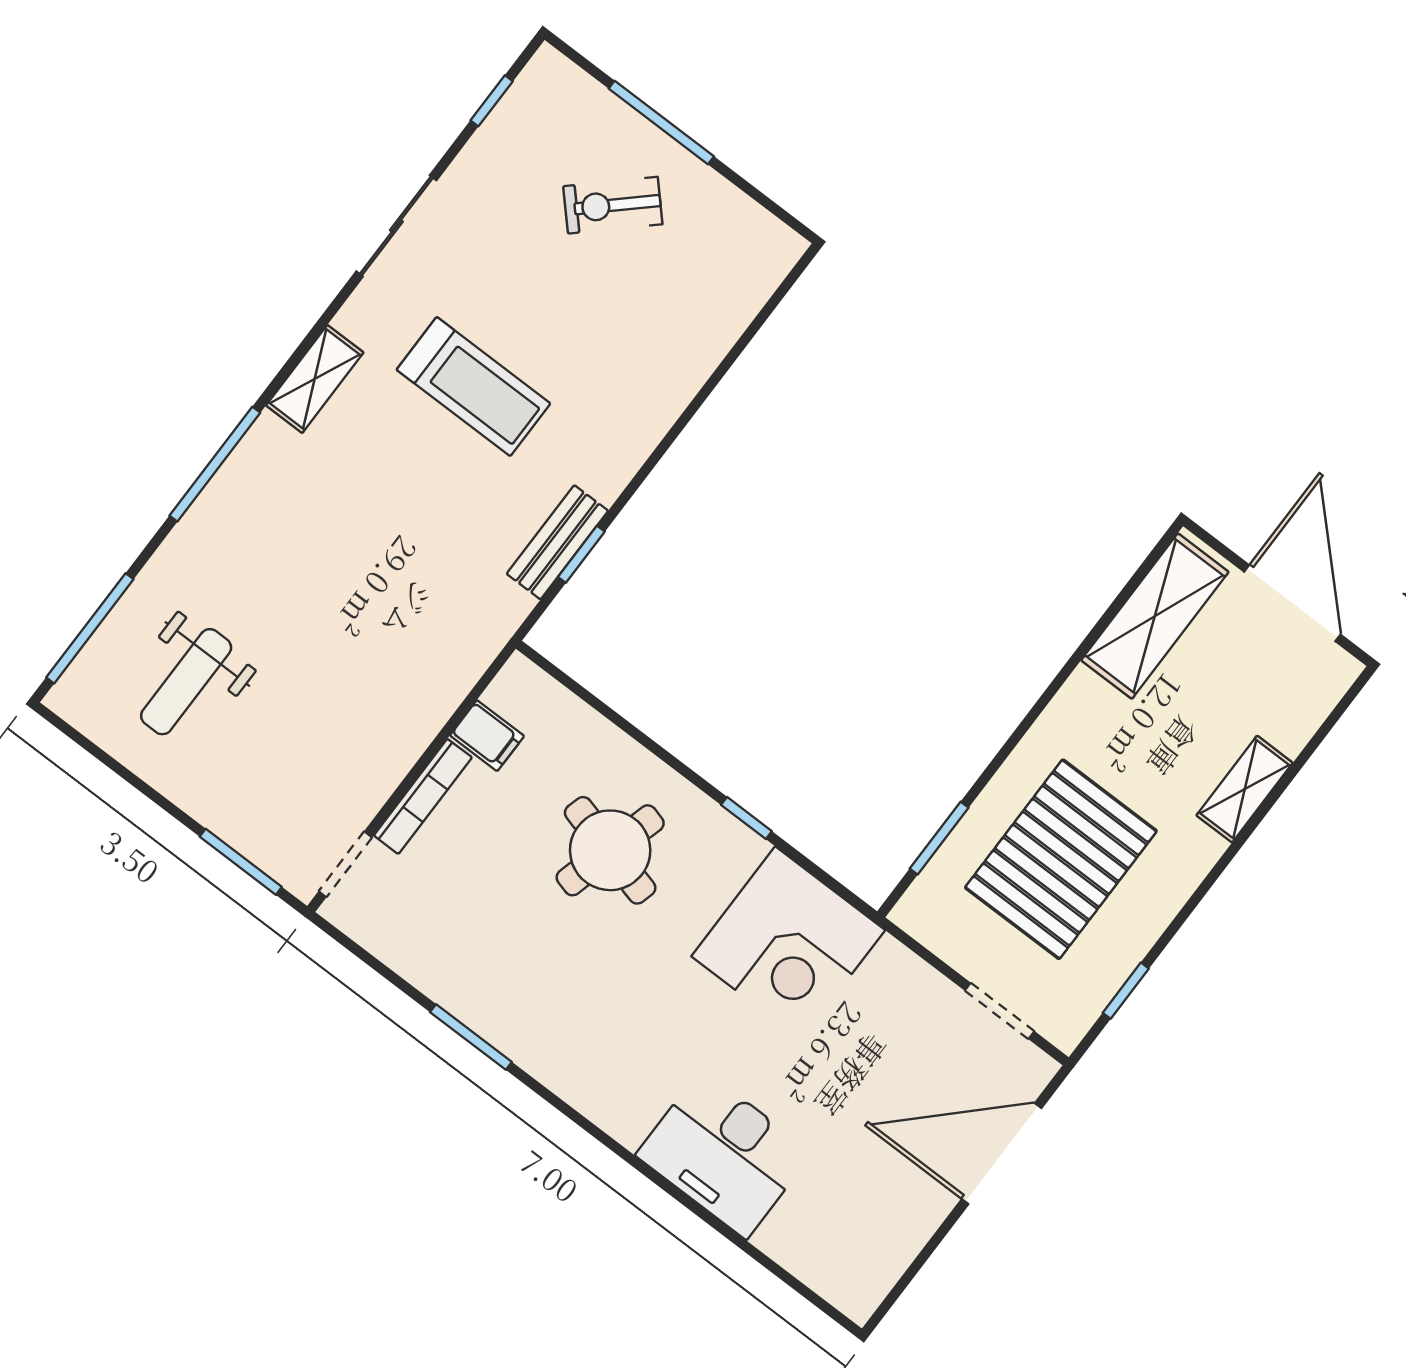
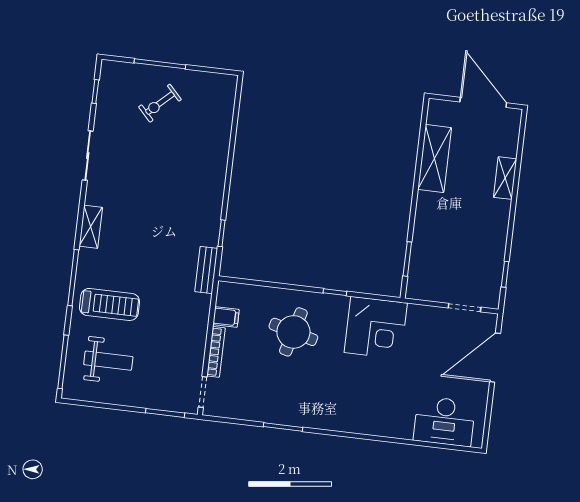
treadmill: (473, 387) -> (109, 304), moved
bench: (557, 542) -> (206, 270), moved
shelving: (1155, 616) -> (435, 159), moved
weight bench: (186, 682) -> (108, 361), turned -90
pallet: (1061, 859) -> (455, 241), removed
desk: (724, 1154) -> (444, 421), moved

